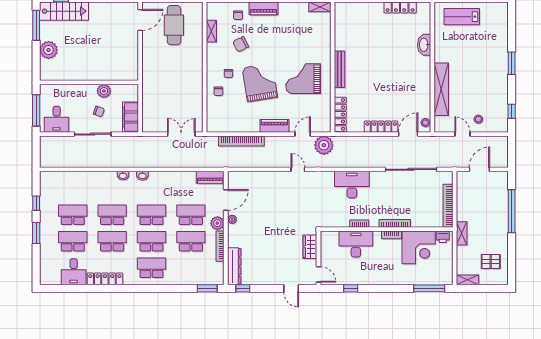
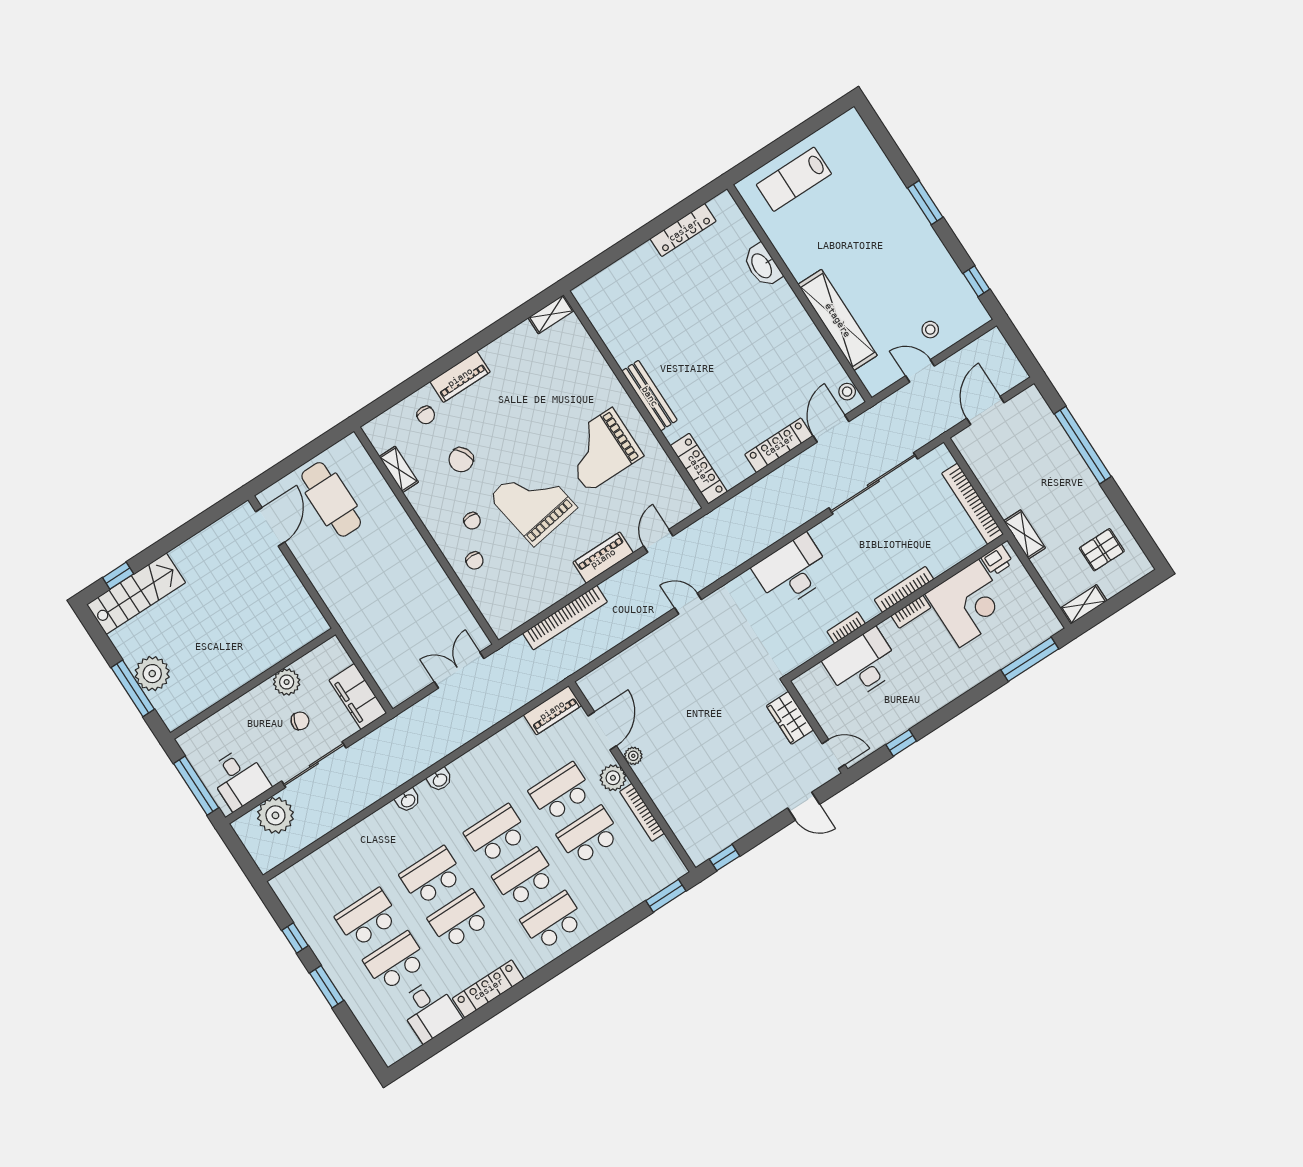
window: (36, 25) -> (133, 688), moved
plant: (324, 145) -> (275, 815), moved
dresser: (234, 266) -> (687, 831), removed

